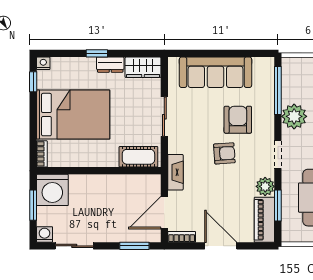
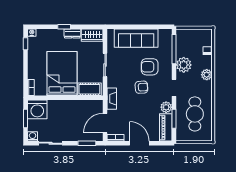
bed: (73, 115) -> (62, 73), moved, turned -90
armchair: (238, 120) -> (150, 67), turned -90

